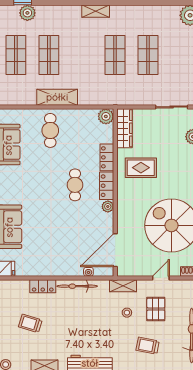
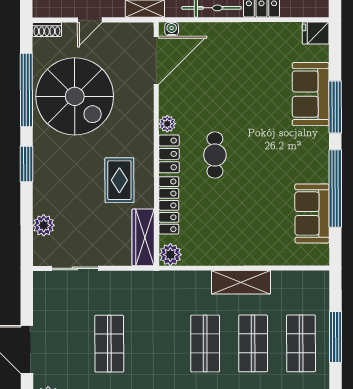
shop shelf: (115, 55) -> (205, 343), moved
cafe table: (50, 130) -> (251, 234), removed
locker: (107, 157) -> (169, 205), width x1.53
rug: (141, 168) -> (119, 180), turned 90
water cooler: (88, 272) -> (172, 29), moved

